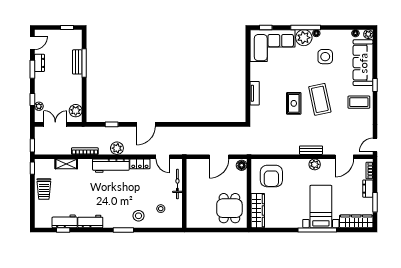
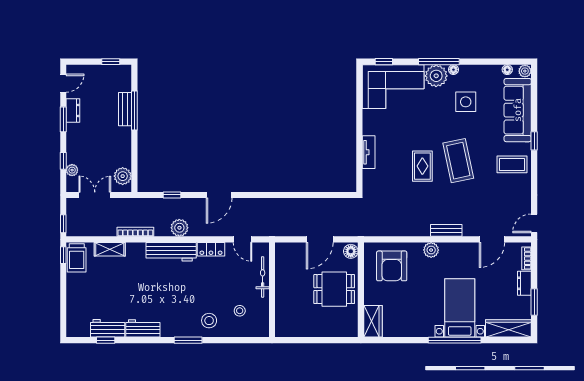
plant: (315, 164) -> (431, 250), moved
trolley: (44, 189) -> (77, 258), moved
dining table: (229, 208) -> (334, 289), moved, turned 90
wardrobe: (258, 211) -> (373, 321), width x0.67

